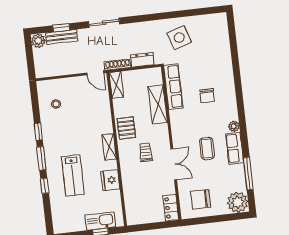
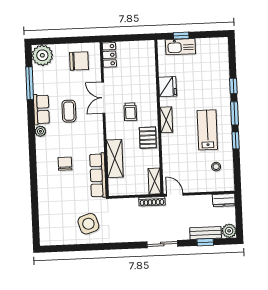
dresser: (142, 60) -> (224, 200), moved
lab bench: (73, 175) -> (207, 130), moved

